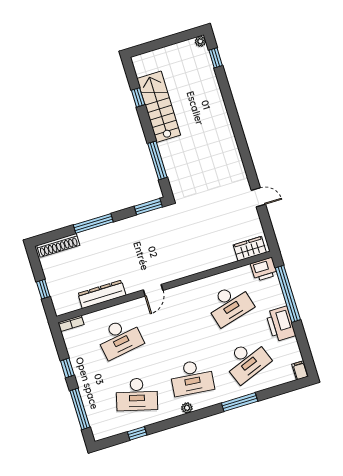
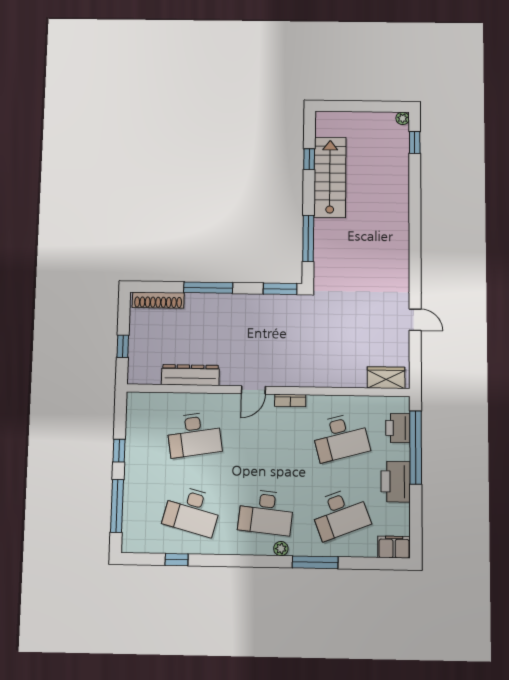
printer: (264, 269) -> (398, 428), moved, turned 90
bookcase: (71, 323) -> (290, 400), moved
filing cabinet: (300, 370) -> (394, 547), width x2.00
plant: (187, 408) -> (281, 549), moved

